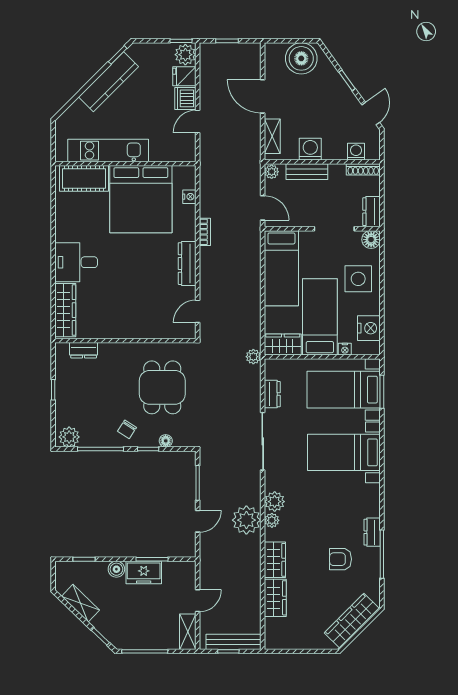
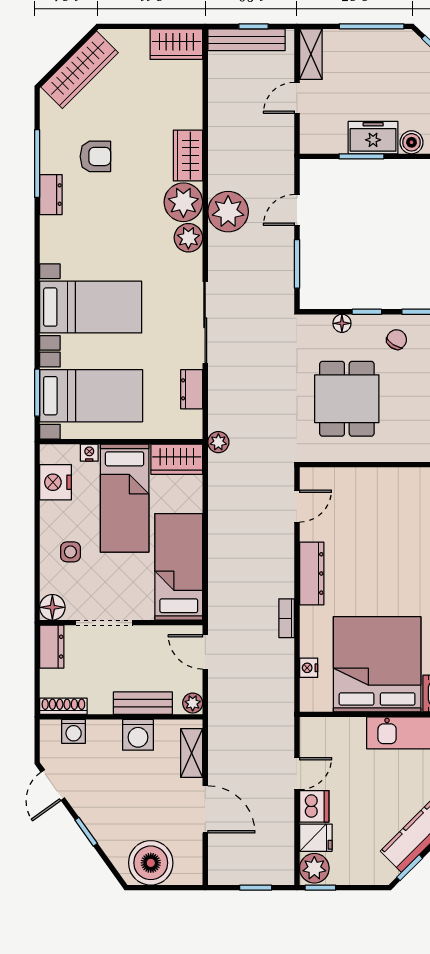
side table: (358, 279) -> (70, 552), width x0.54, depth x0.54
plant: (272, 520) -> (183, 202), width x1.87, depth x1.87
wardrobe: (275, 598) -> (176, 44), moved, turned -90

